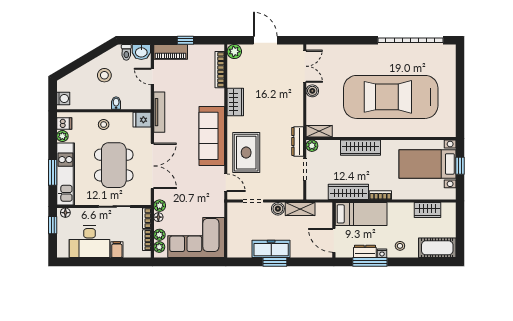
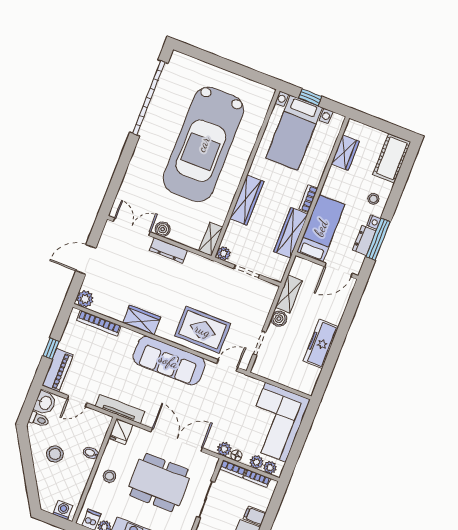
dresser: (298, 141) -> (169, 250), moved
window: (275, 262) -> (337, 345), removed

